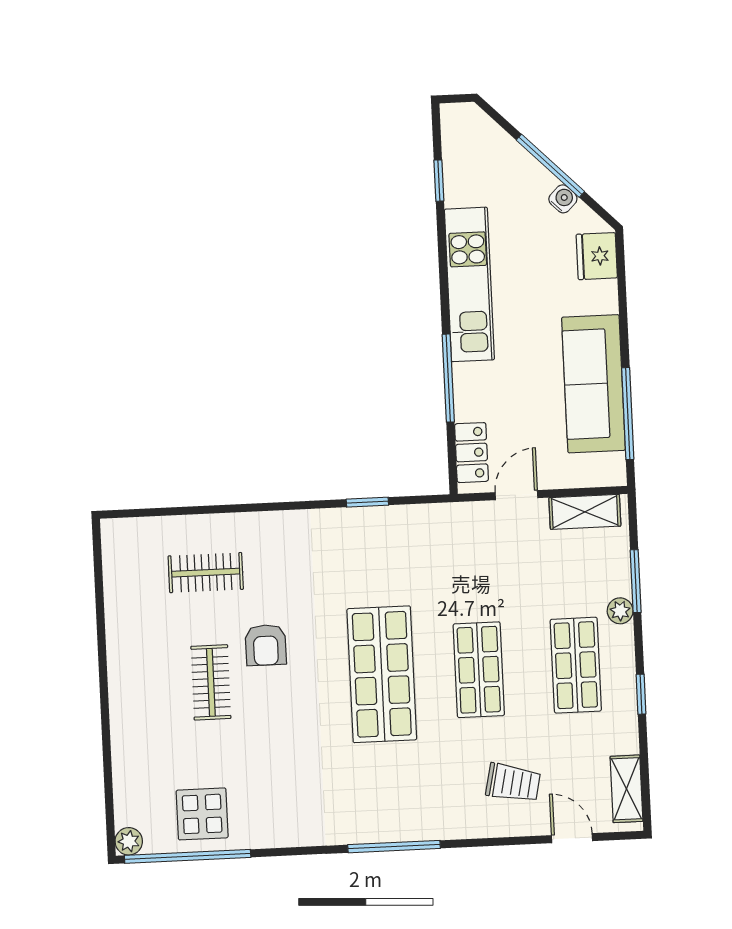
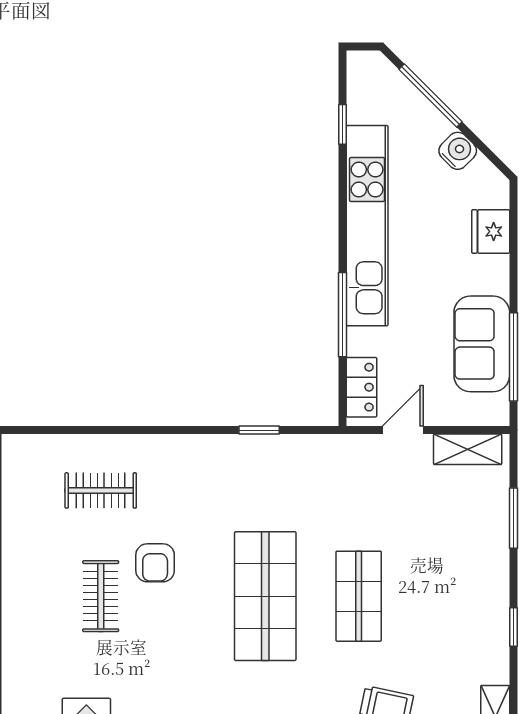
window: (550, 166) -> (431, 96), moved
water cooler: (563, 199) -> (458, 151), width x1.38, depth x1.38
fridge: (597, 256) -> (491, 231), moved
kitchen unit: (469, 284) -> (367, 226), width x1.36
sofa: (593, 384) -> (482, 344), width x0.73
plant: (620, 611) -> (497, 546), removed
shop shelf: (576, 665) -> (452, 596), removed

